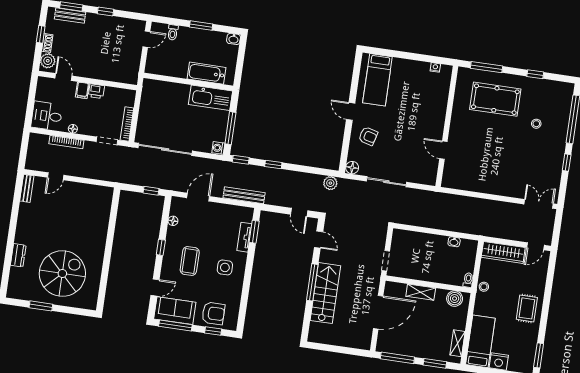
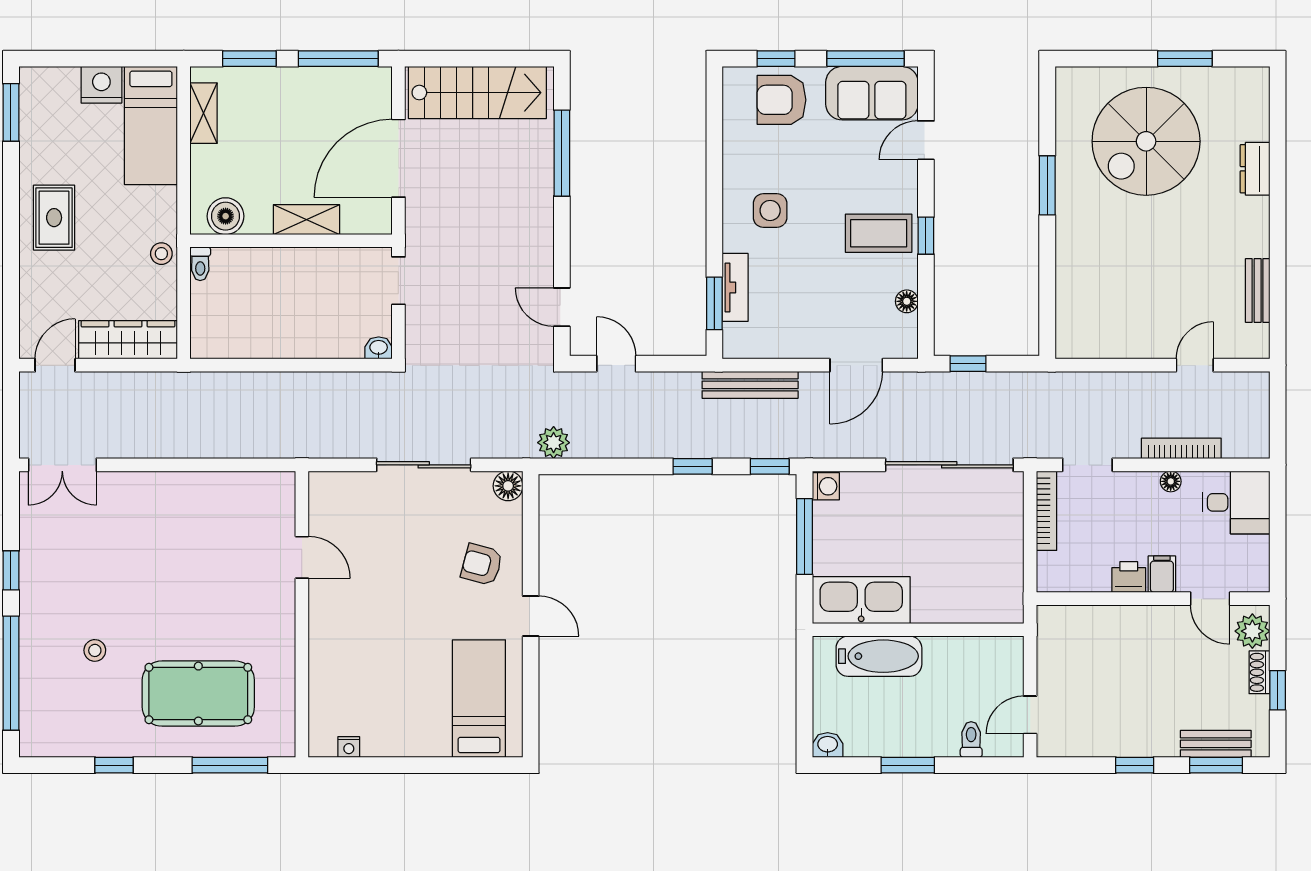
bench: (27, 188) -> (1258, 291), moved
washbasin: (454, 242) -> (379, 348), moved
window: (107, 261) -> (1047, 185), added
coffee table: (190, 261) -> (879, 233), moved, turned 90
window: (312, 282) -> (562, 153), moved
stairs: (325, 293) -> (477, 93), moved, turned -90

